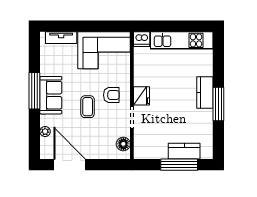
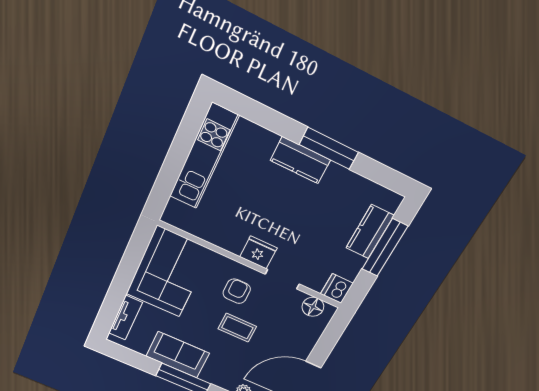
dishwasher: (142, 39) -> (337, 289), moved, turned 180
sofa: (51, 95) -> (178, 355), moved

